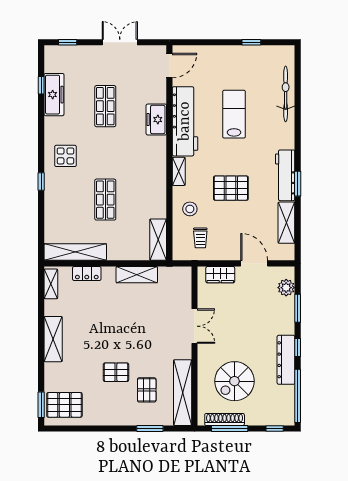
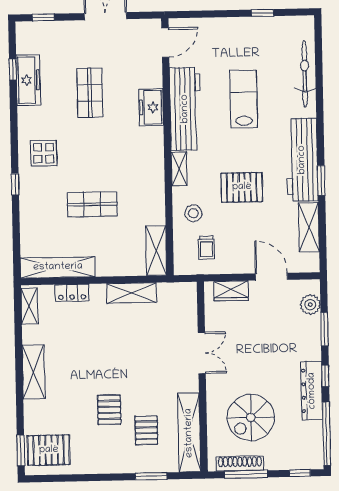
workbench: (285, 175) -> (302, 160), width x1.36, depth x1.32
shop shelf: (105, 200) -> (92, 204), turned 90
pallet: (116, 372) -> (109, 410), turned 90

